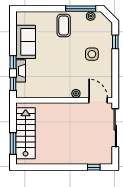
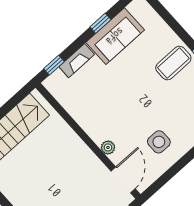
side table: (92, 54) -> (159, 142), moved
window: (13, 62) -> (100, 23), moved

